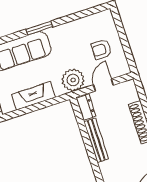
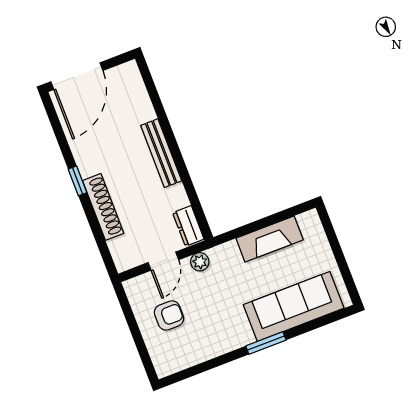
plant: (73, 80) -> (200, 262), width x0.53, depth x0.53
bench: (96, 140) -> (161, 153), moved

